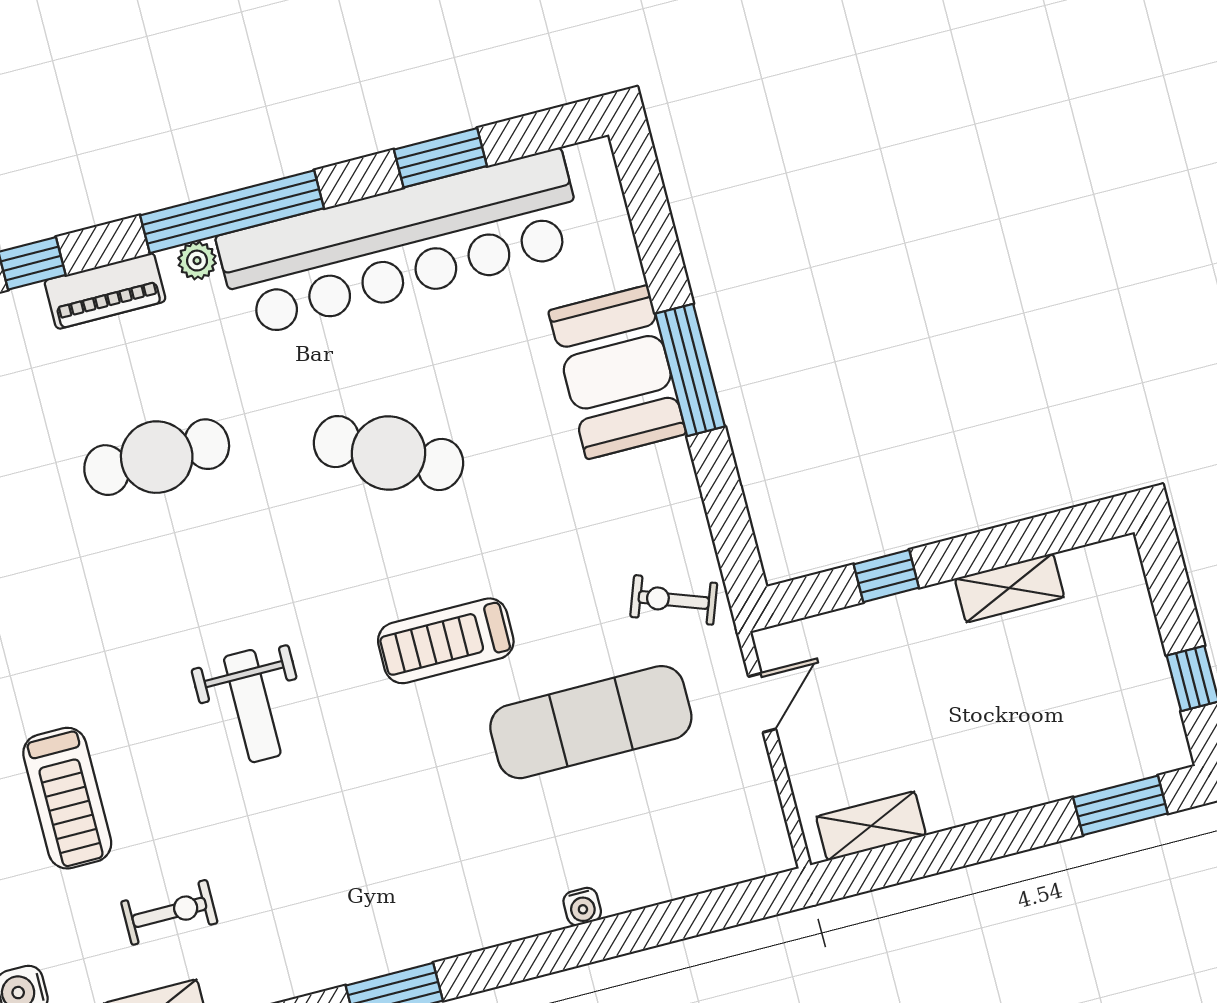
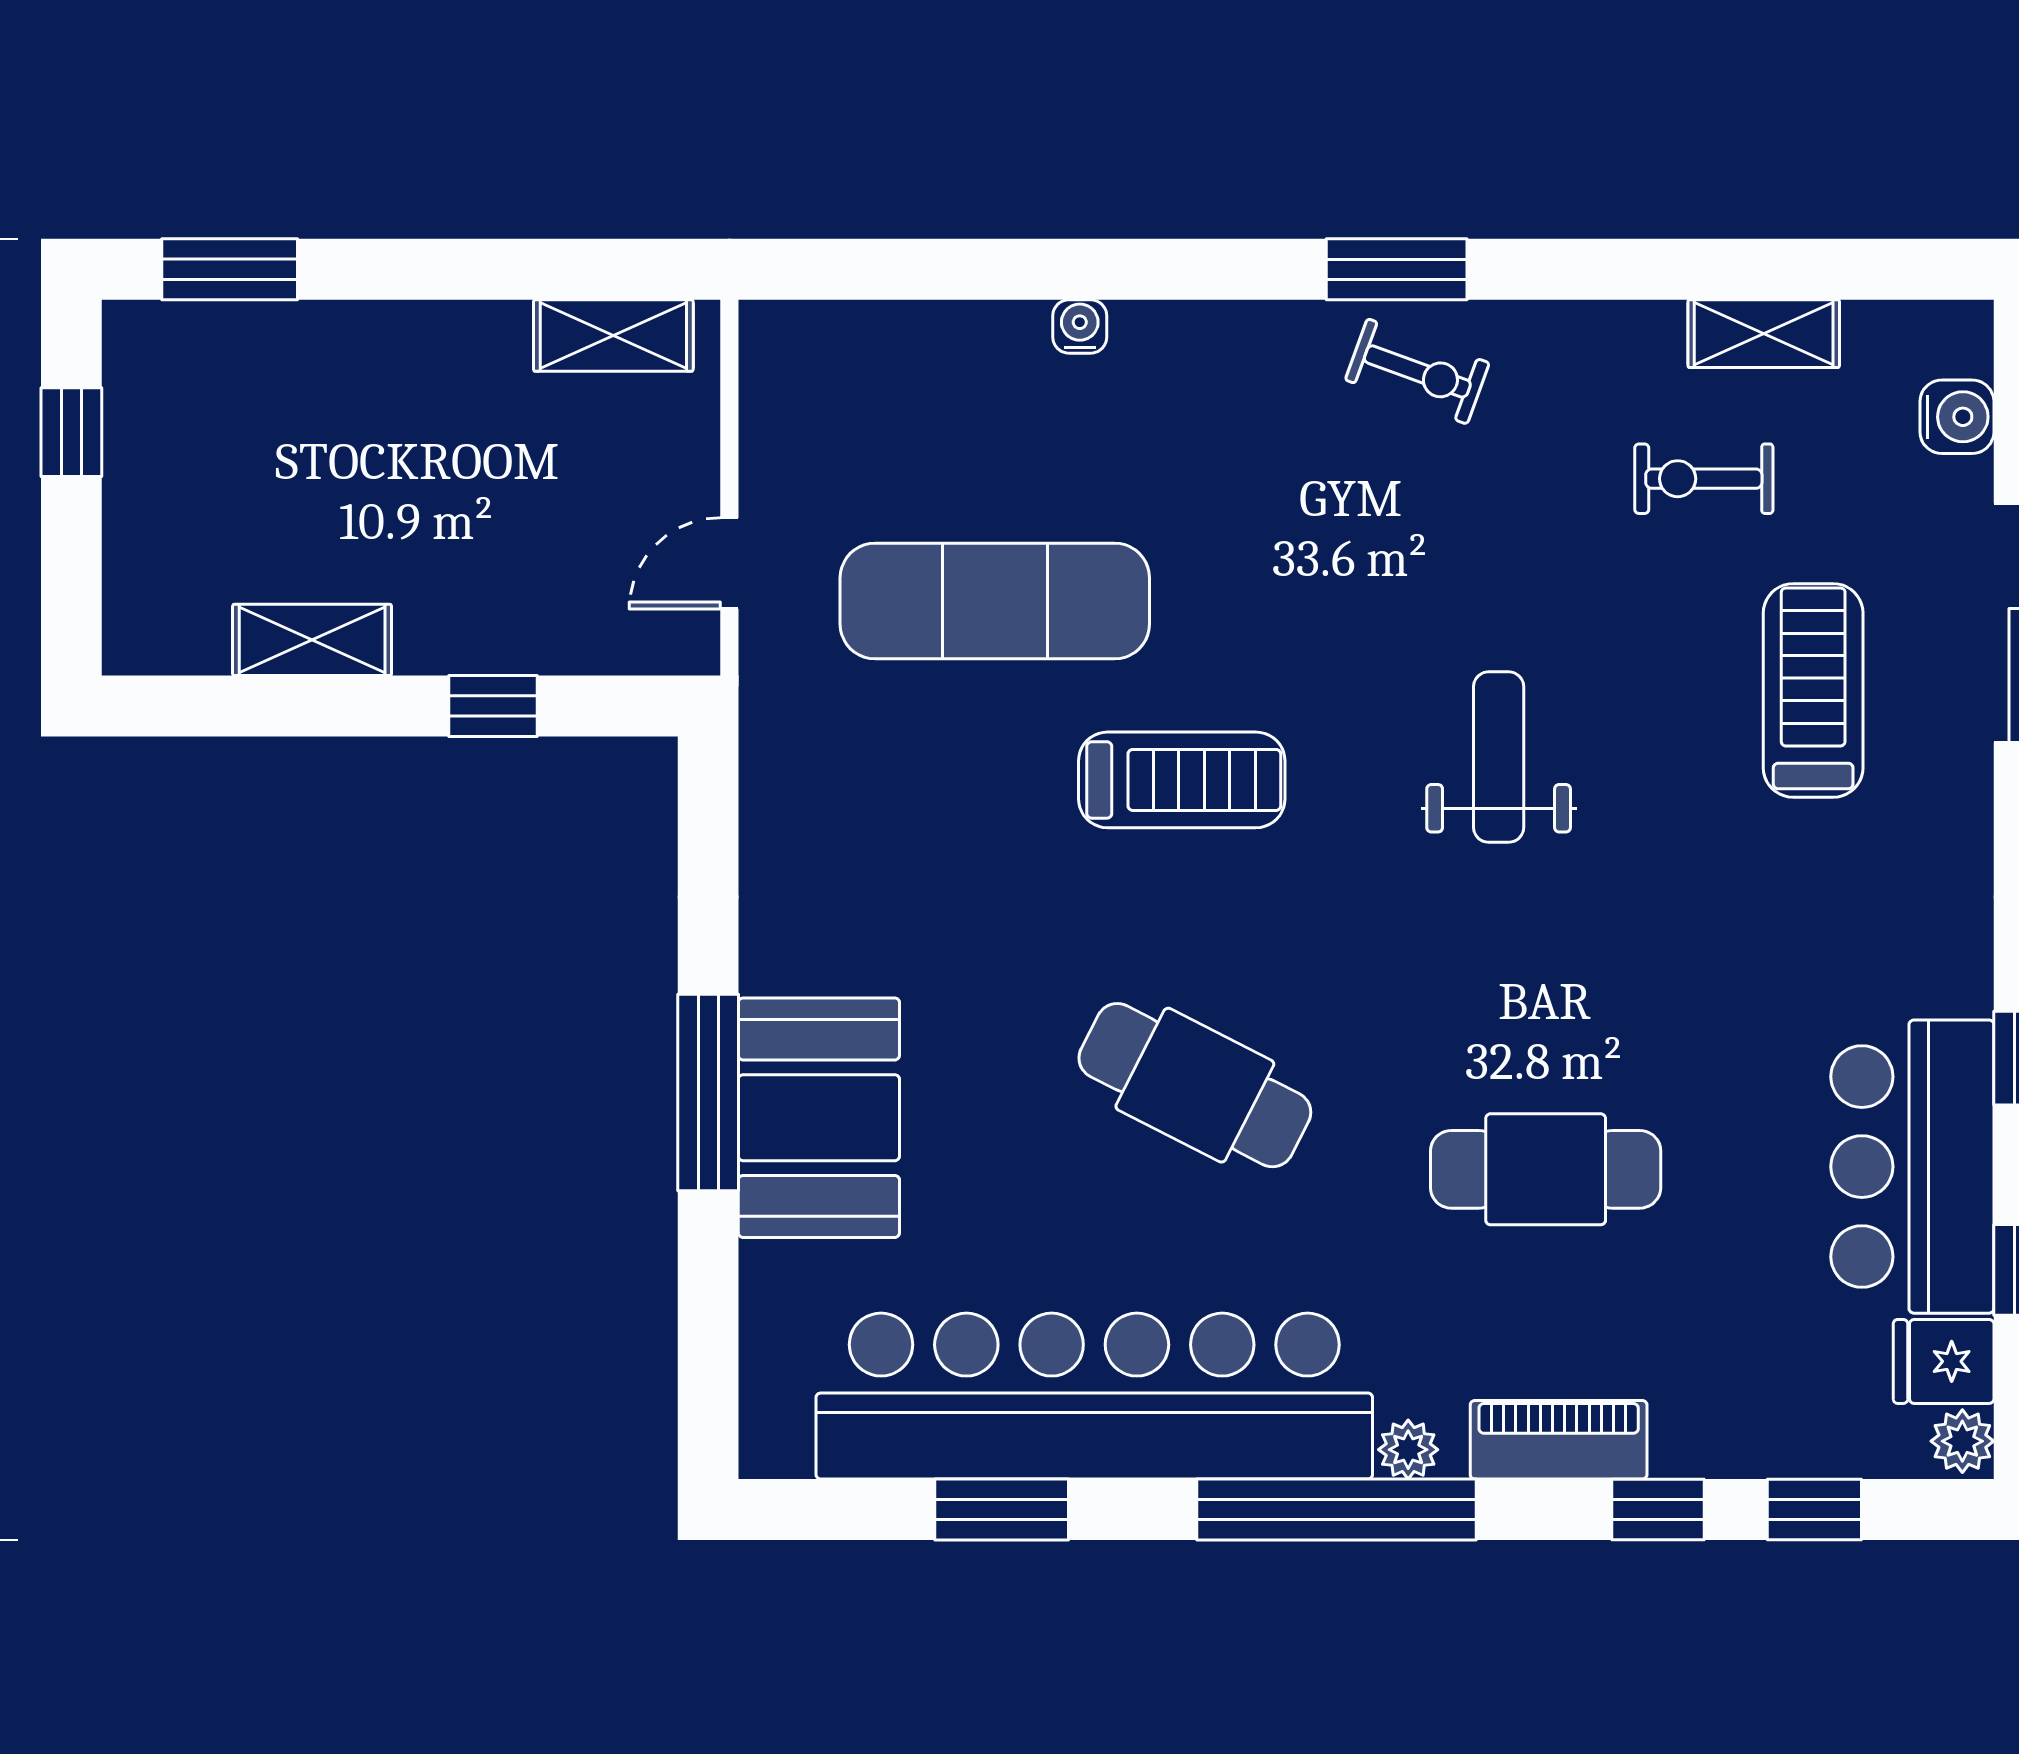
exercise bike: (674, 600) -> (1417, 371), moved

